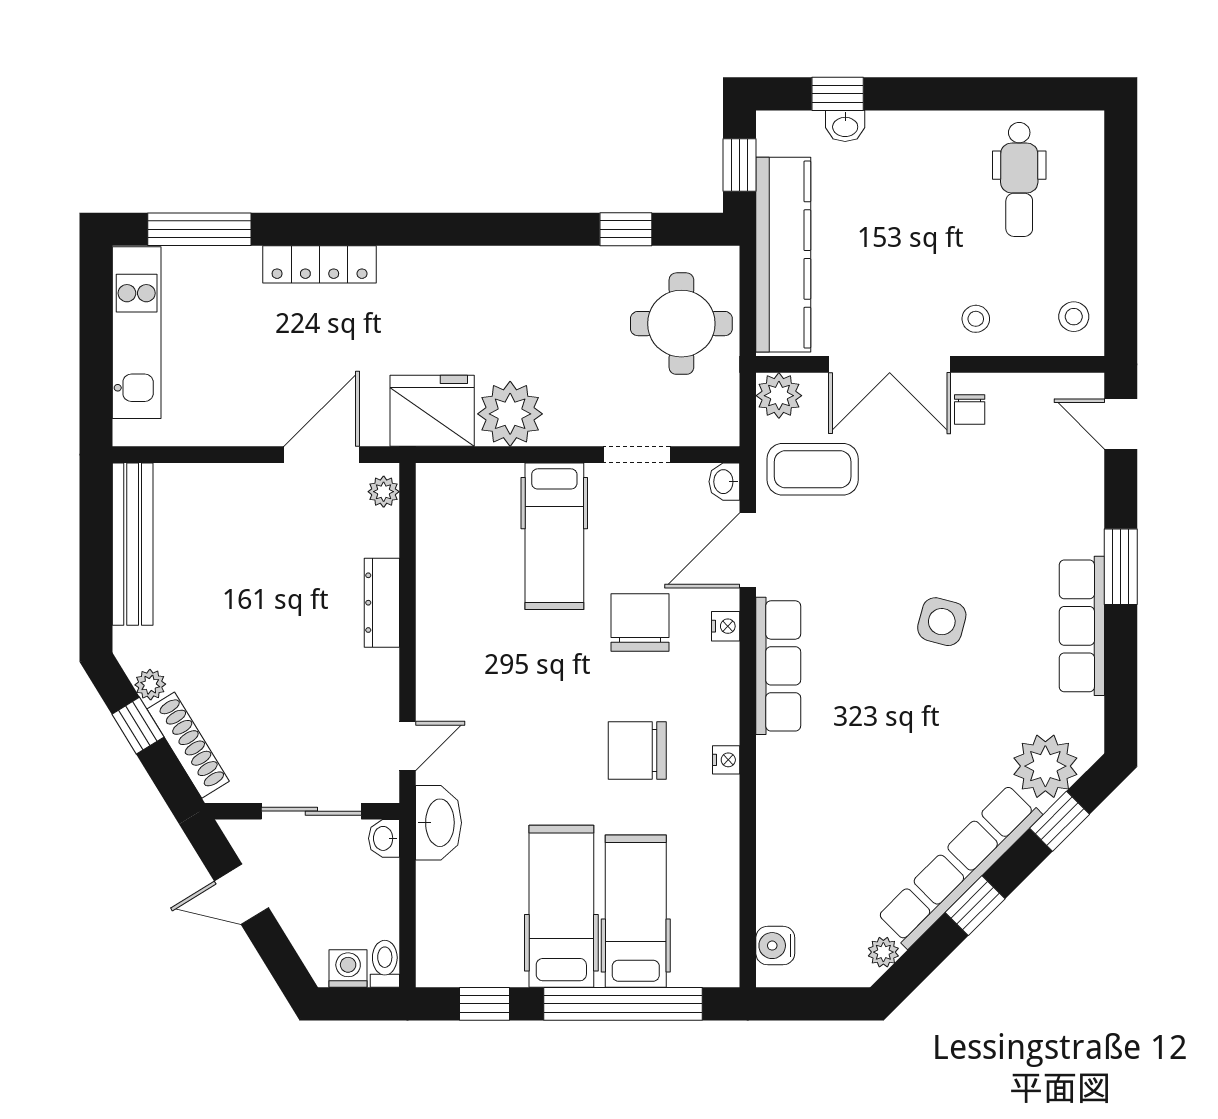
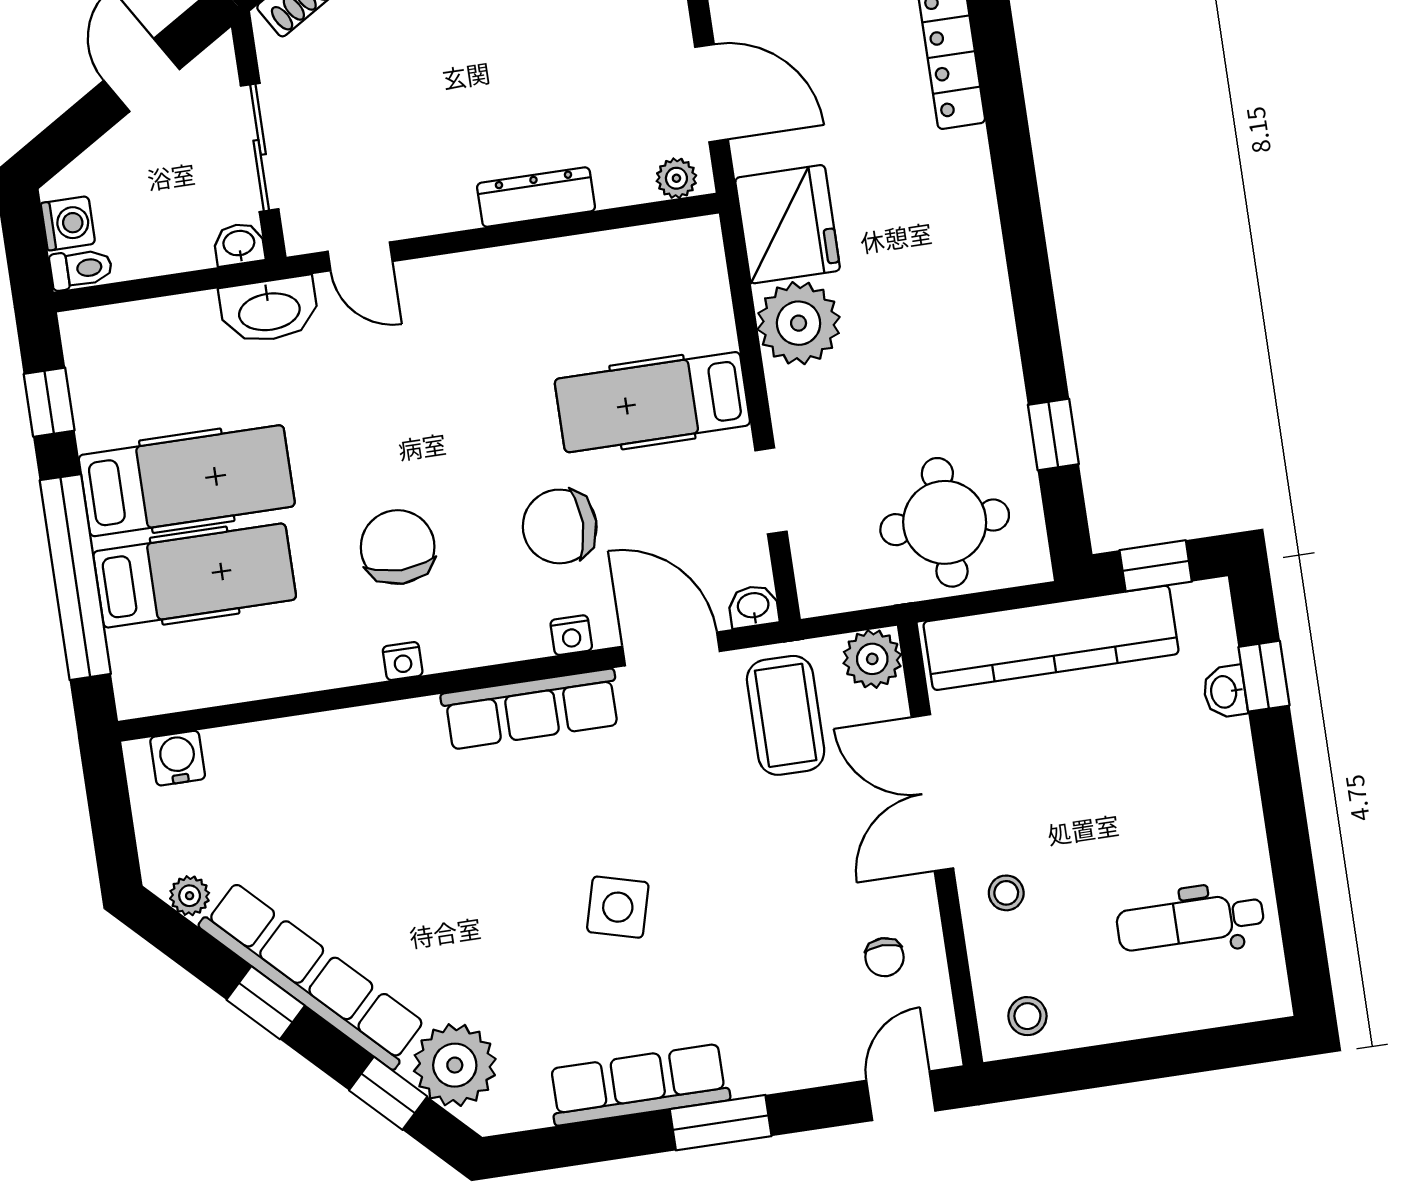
chair: (970, 410) -> (885, 957), moved, turned -90
chair: (640, 622) -> (560, 526), turned 180

